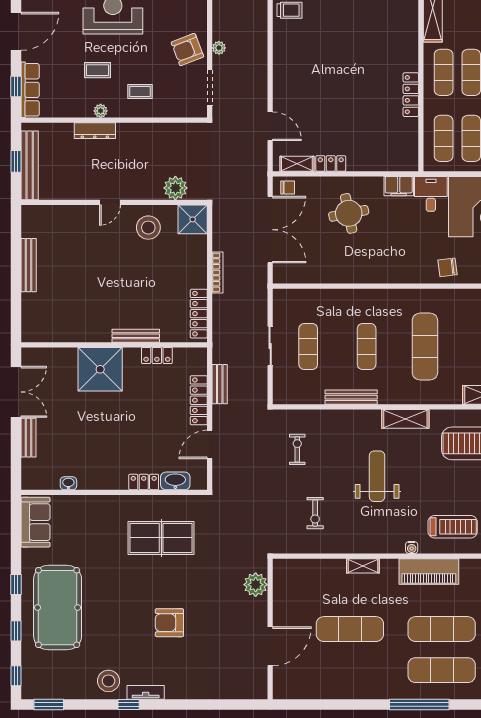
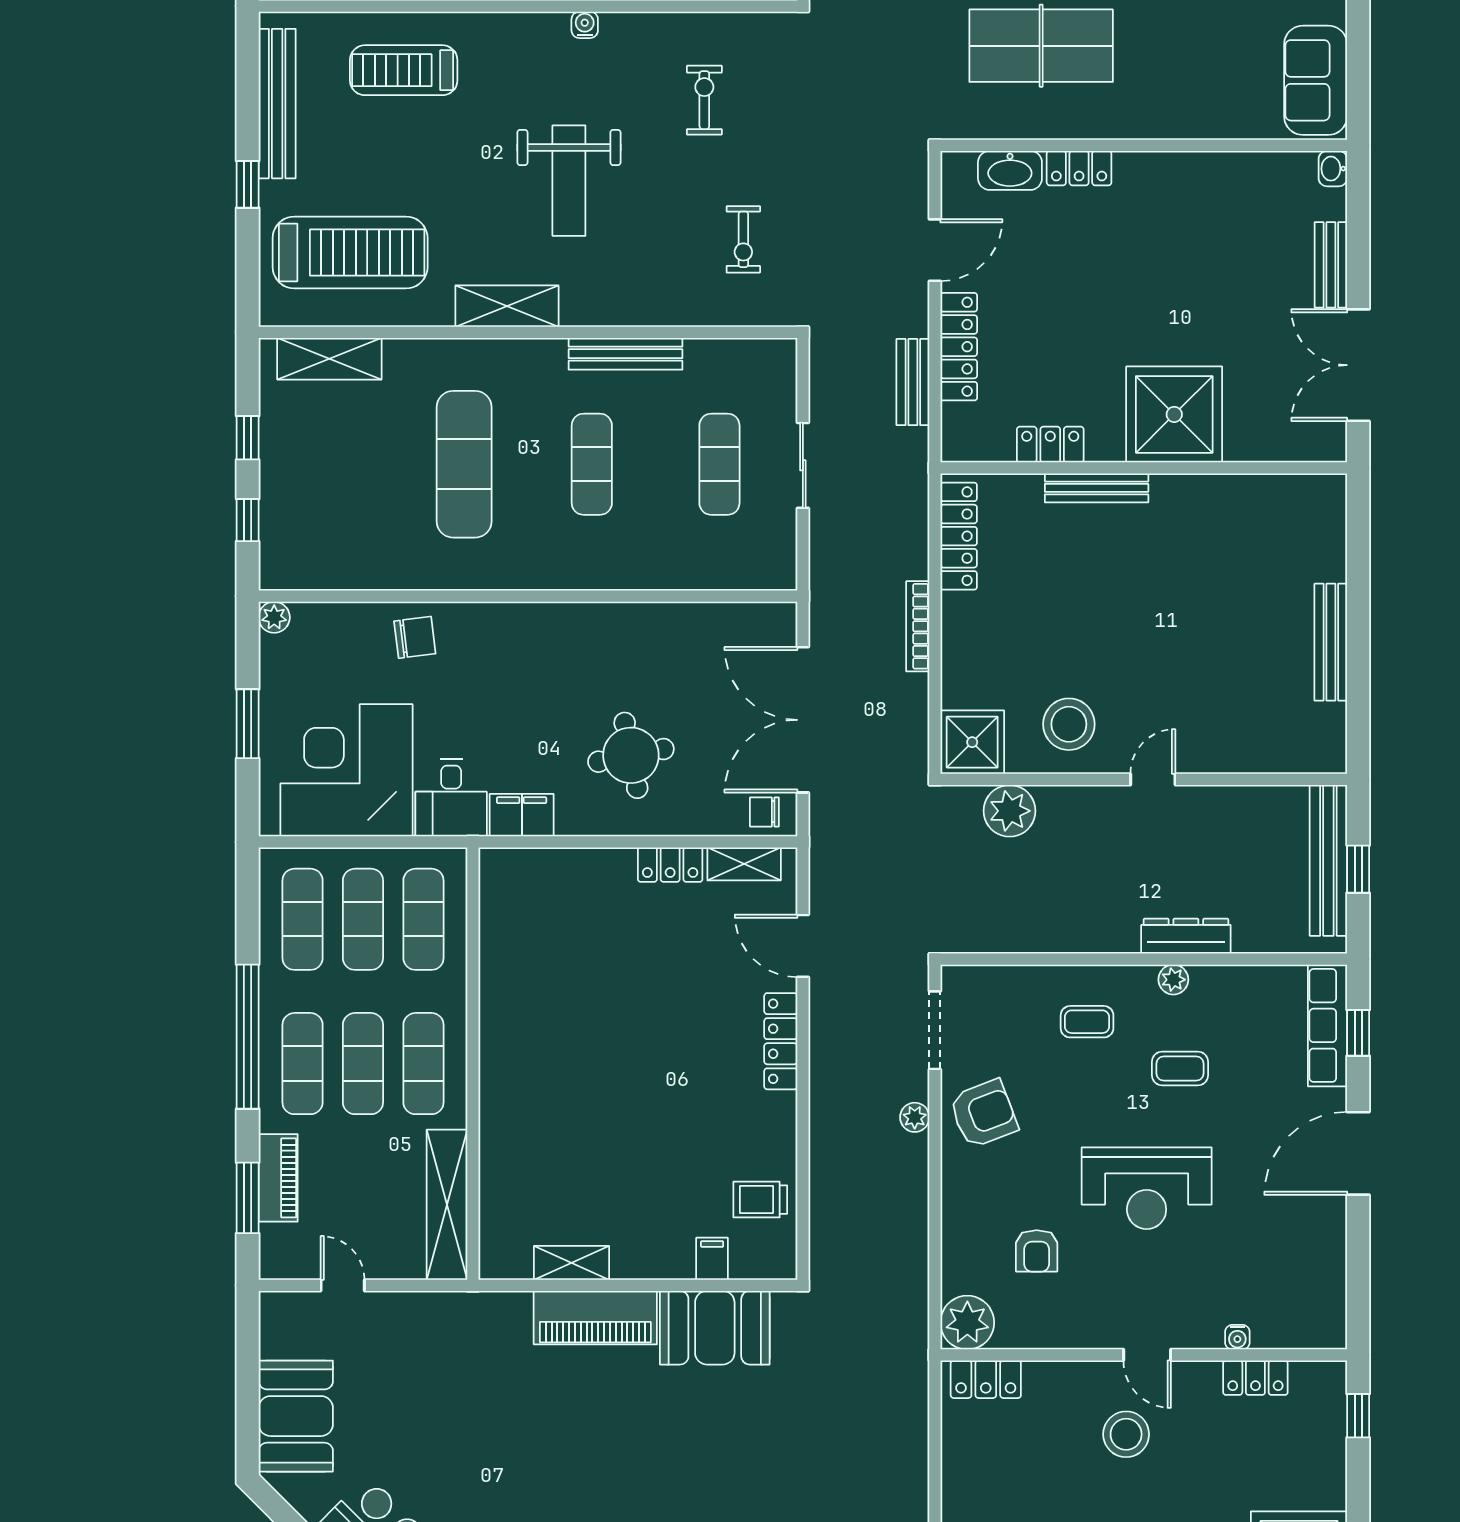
locker: (411, 95) -> (781, 1041), moved, turned 180
washbasin: (68, 483) -> (1333, 169), moved, turned 90
water cooler: (412, 548) -> (585, 25), moved

